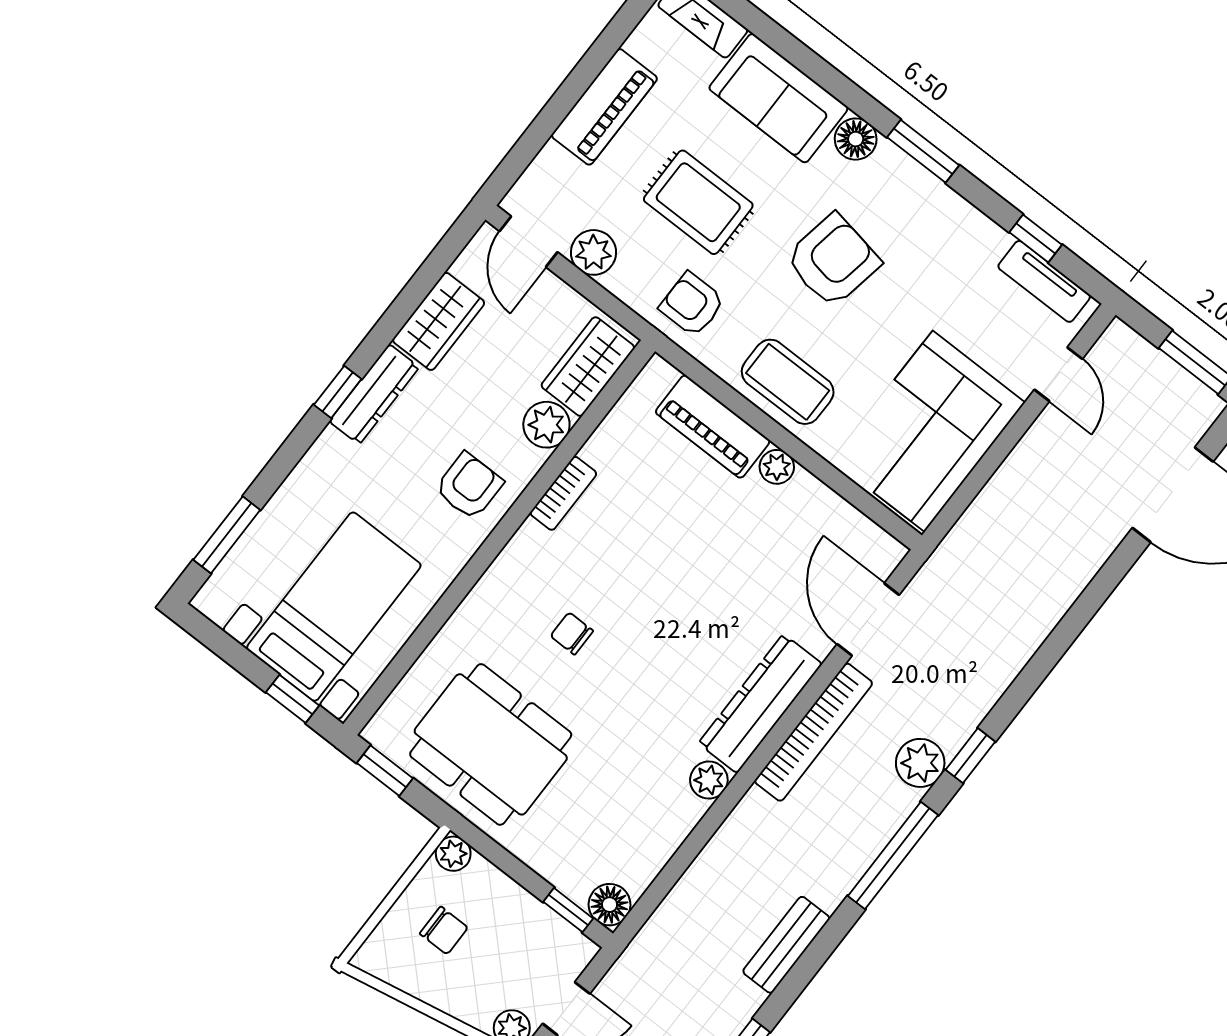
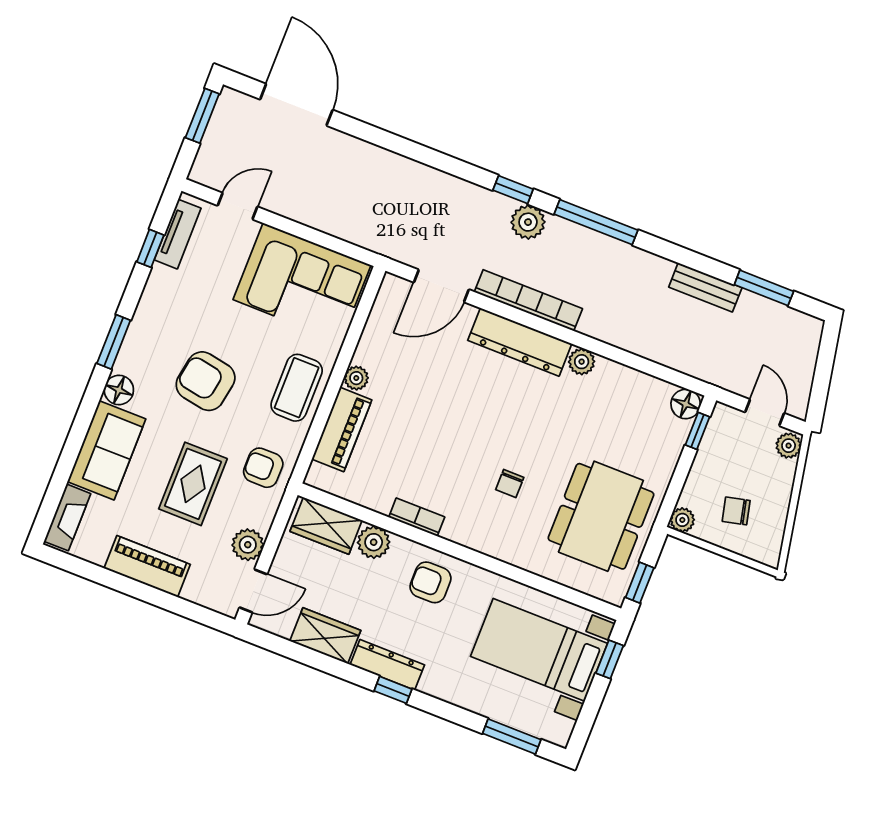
armchair: (692, 304) -> (263, 468), turned 90
chair: (444, 931) -> (736, 511), turned -103
bench: (786, 945) -> (705, 287), moved

